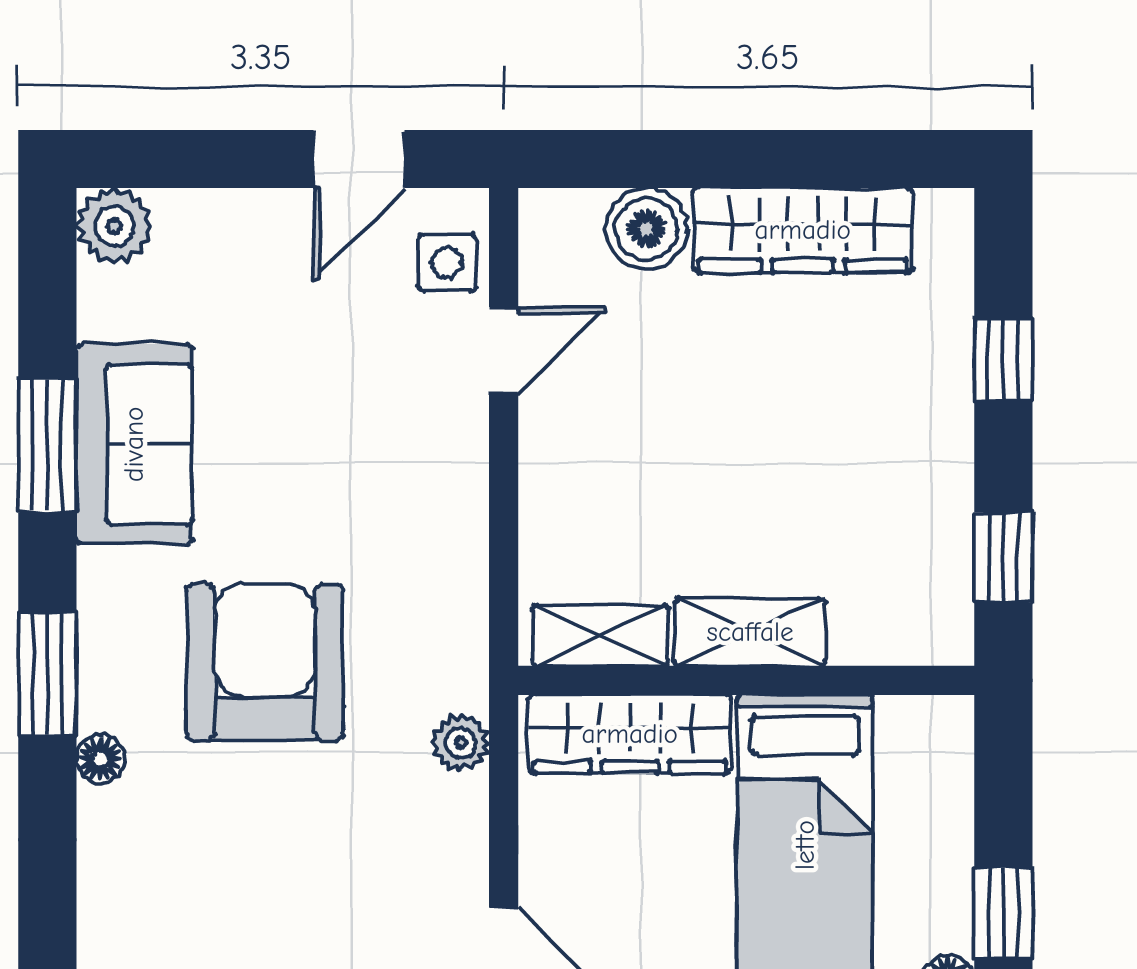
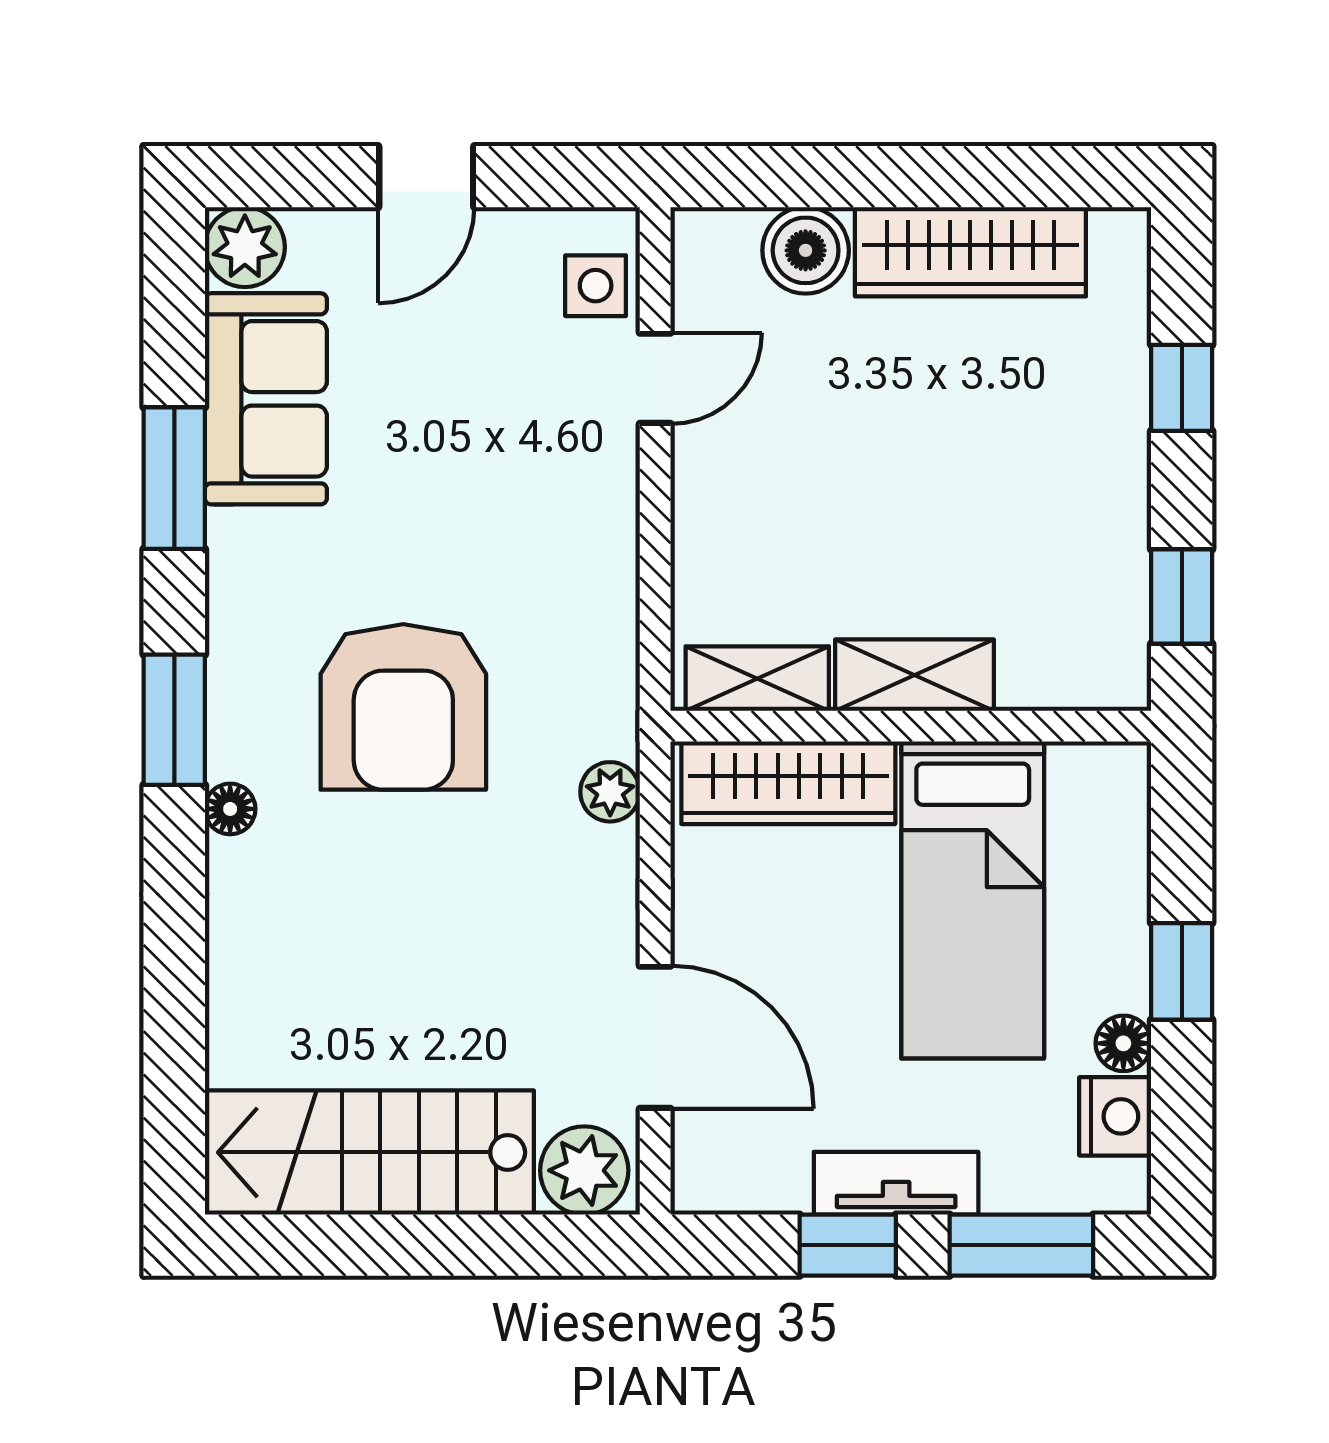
door: (359, 159) -> (426, 177), moved
sofa: (134, 444) -> (266, 399), moved
armchair: (265, 662) -> (403, 707), turned 180

